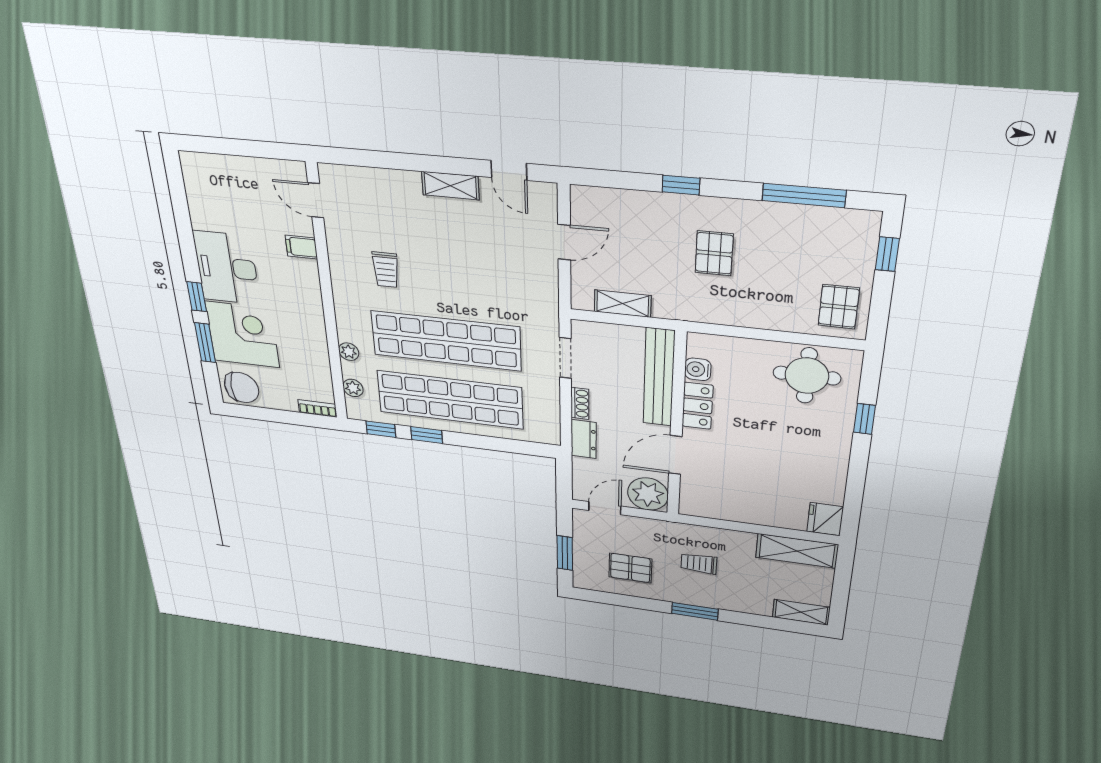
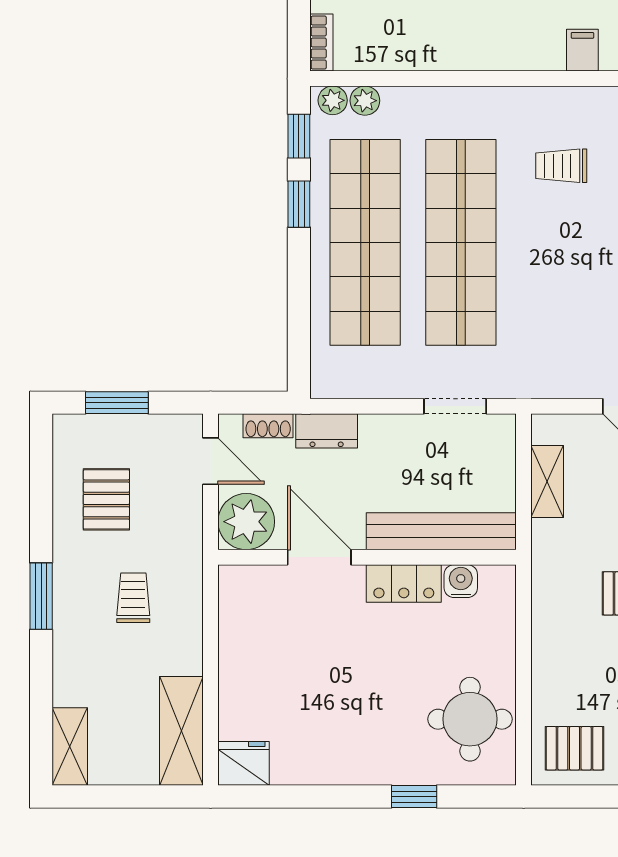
plant: (349, 352) -> (333, 100), moved
shoe rack: (580, 403) -> (268, 426), moved

